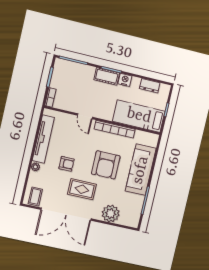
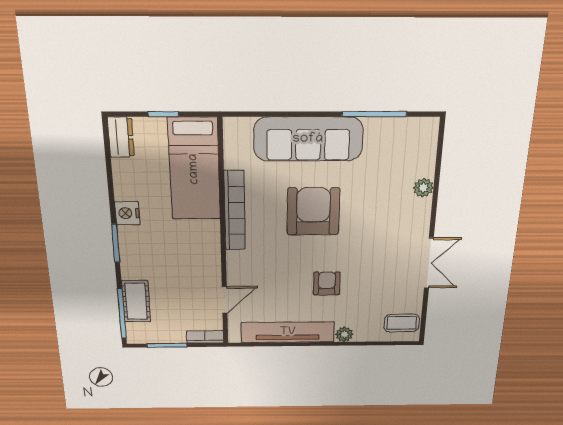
cot: (107, 76) -> (136, 301), moved
dresser: (150, 86) -> (121, 137), moved
door: (85, 116) -> (225, 300), moved
armchair: (106, 165) -> (313, 211), turned -90
rug: (82, 189) -> (373, 245), removed
double door: (66, 214) -> (429, 263), width x0.54
plant: (111, 214) -> (423, 188), width x0.53, depth x0.53

